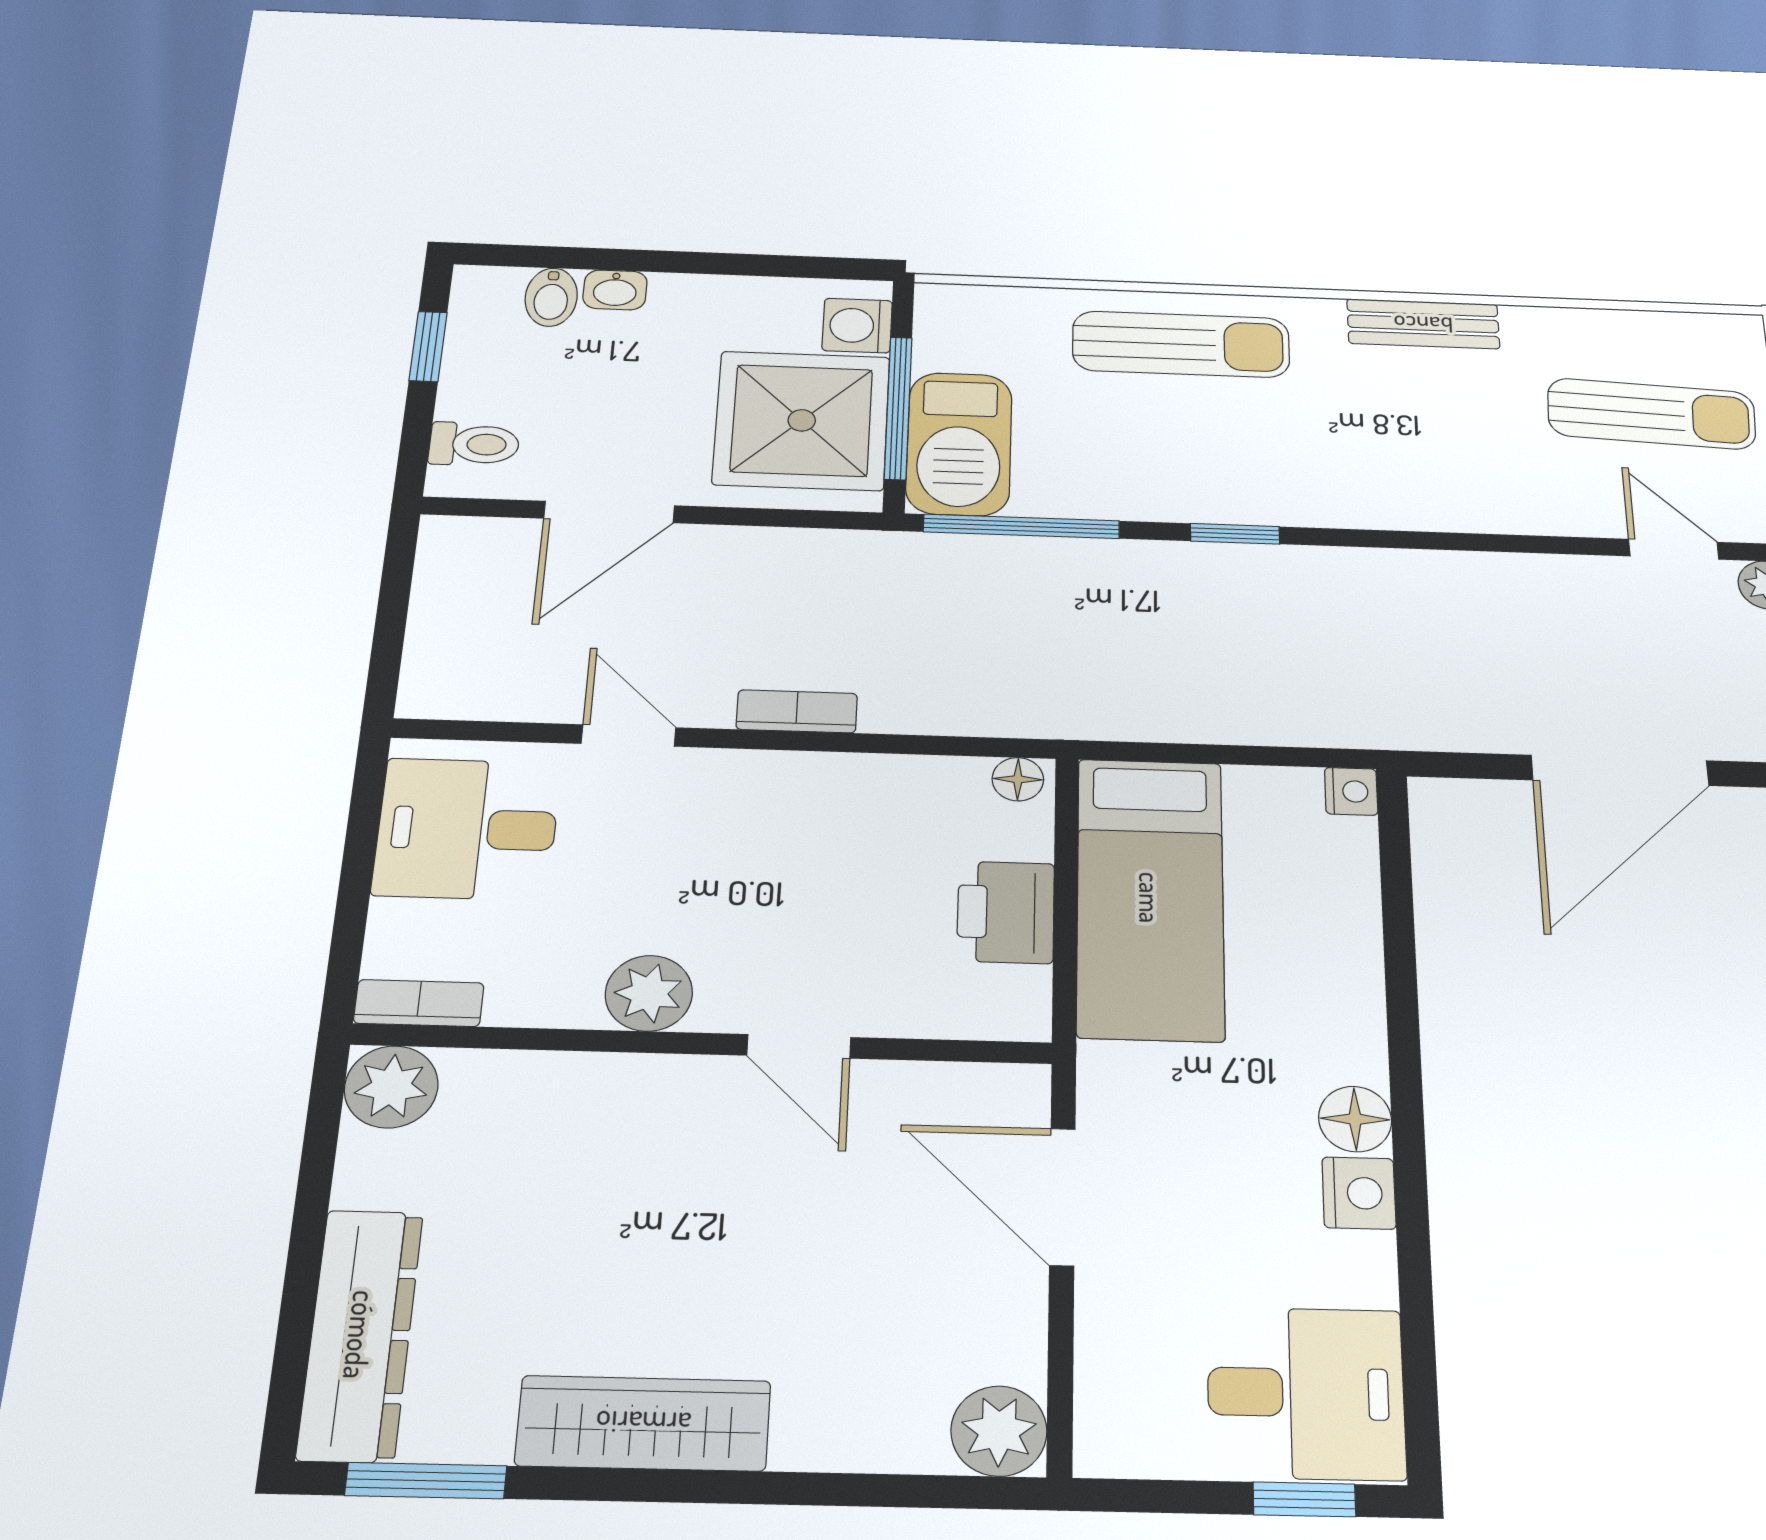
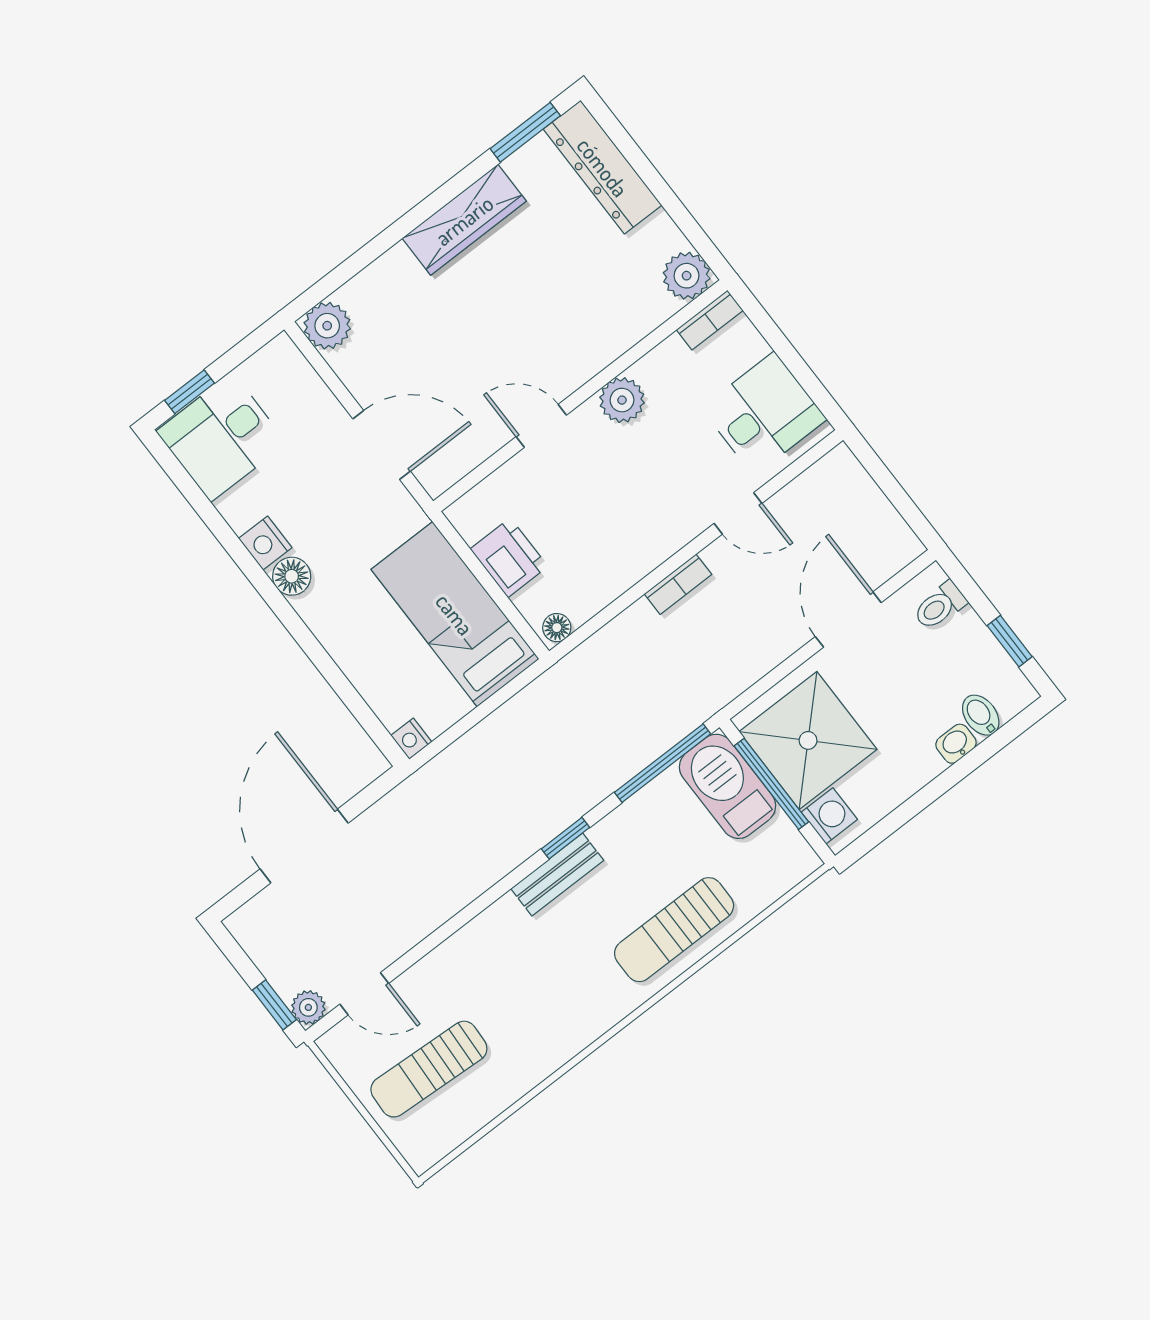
bench: (1423, 324) -> (557, 875), moved

